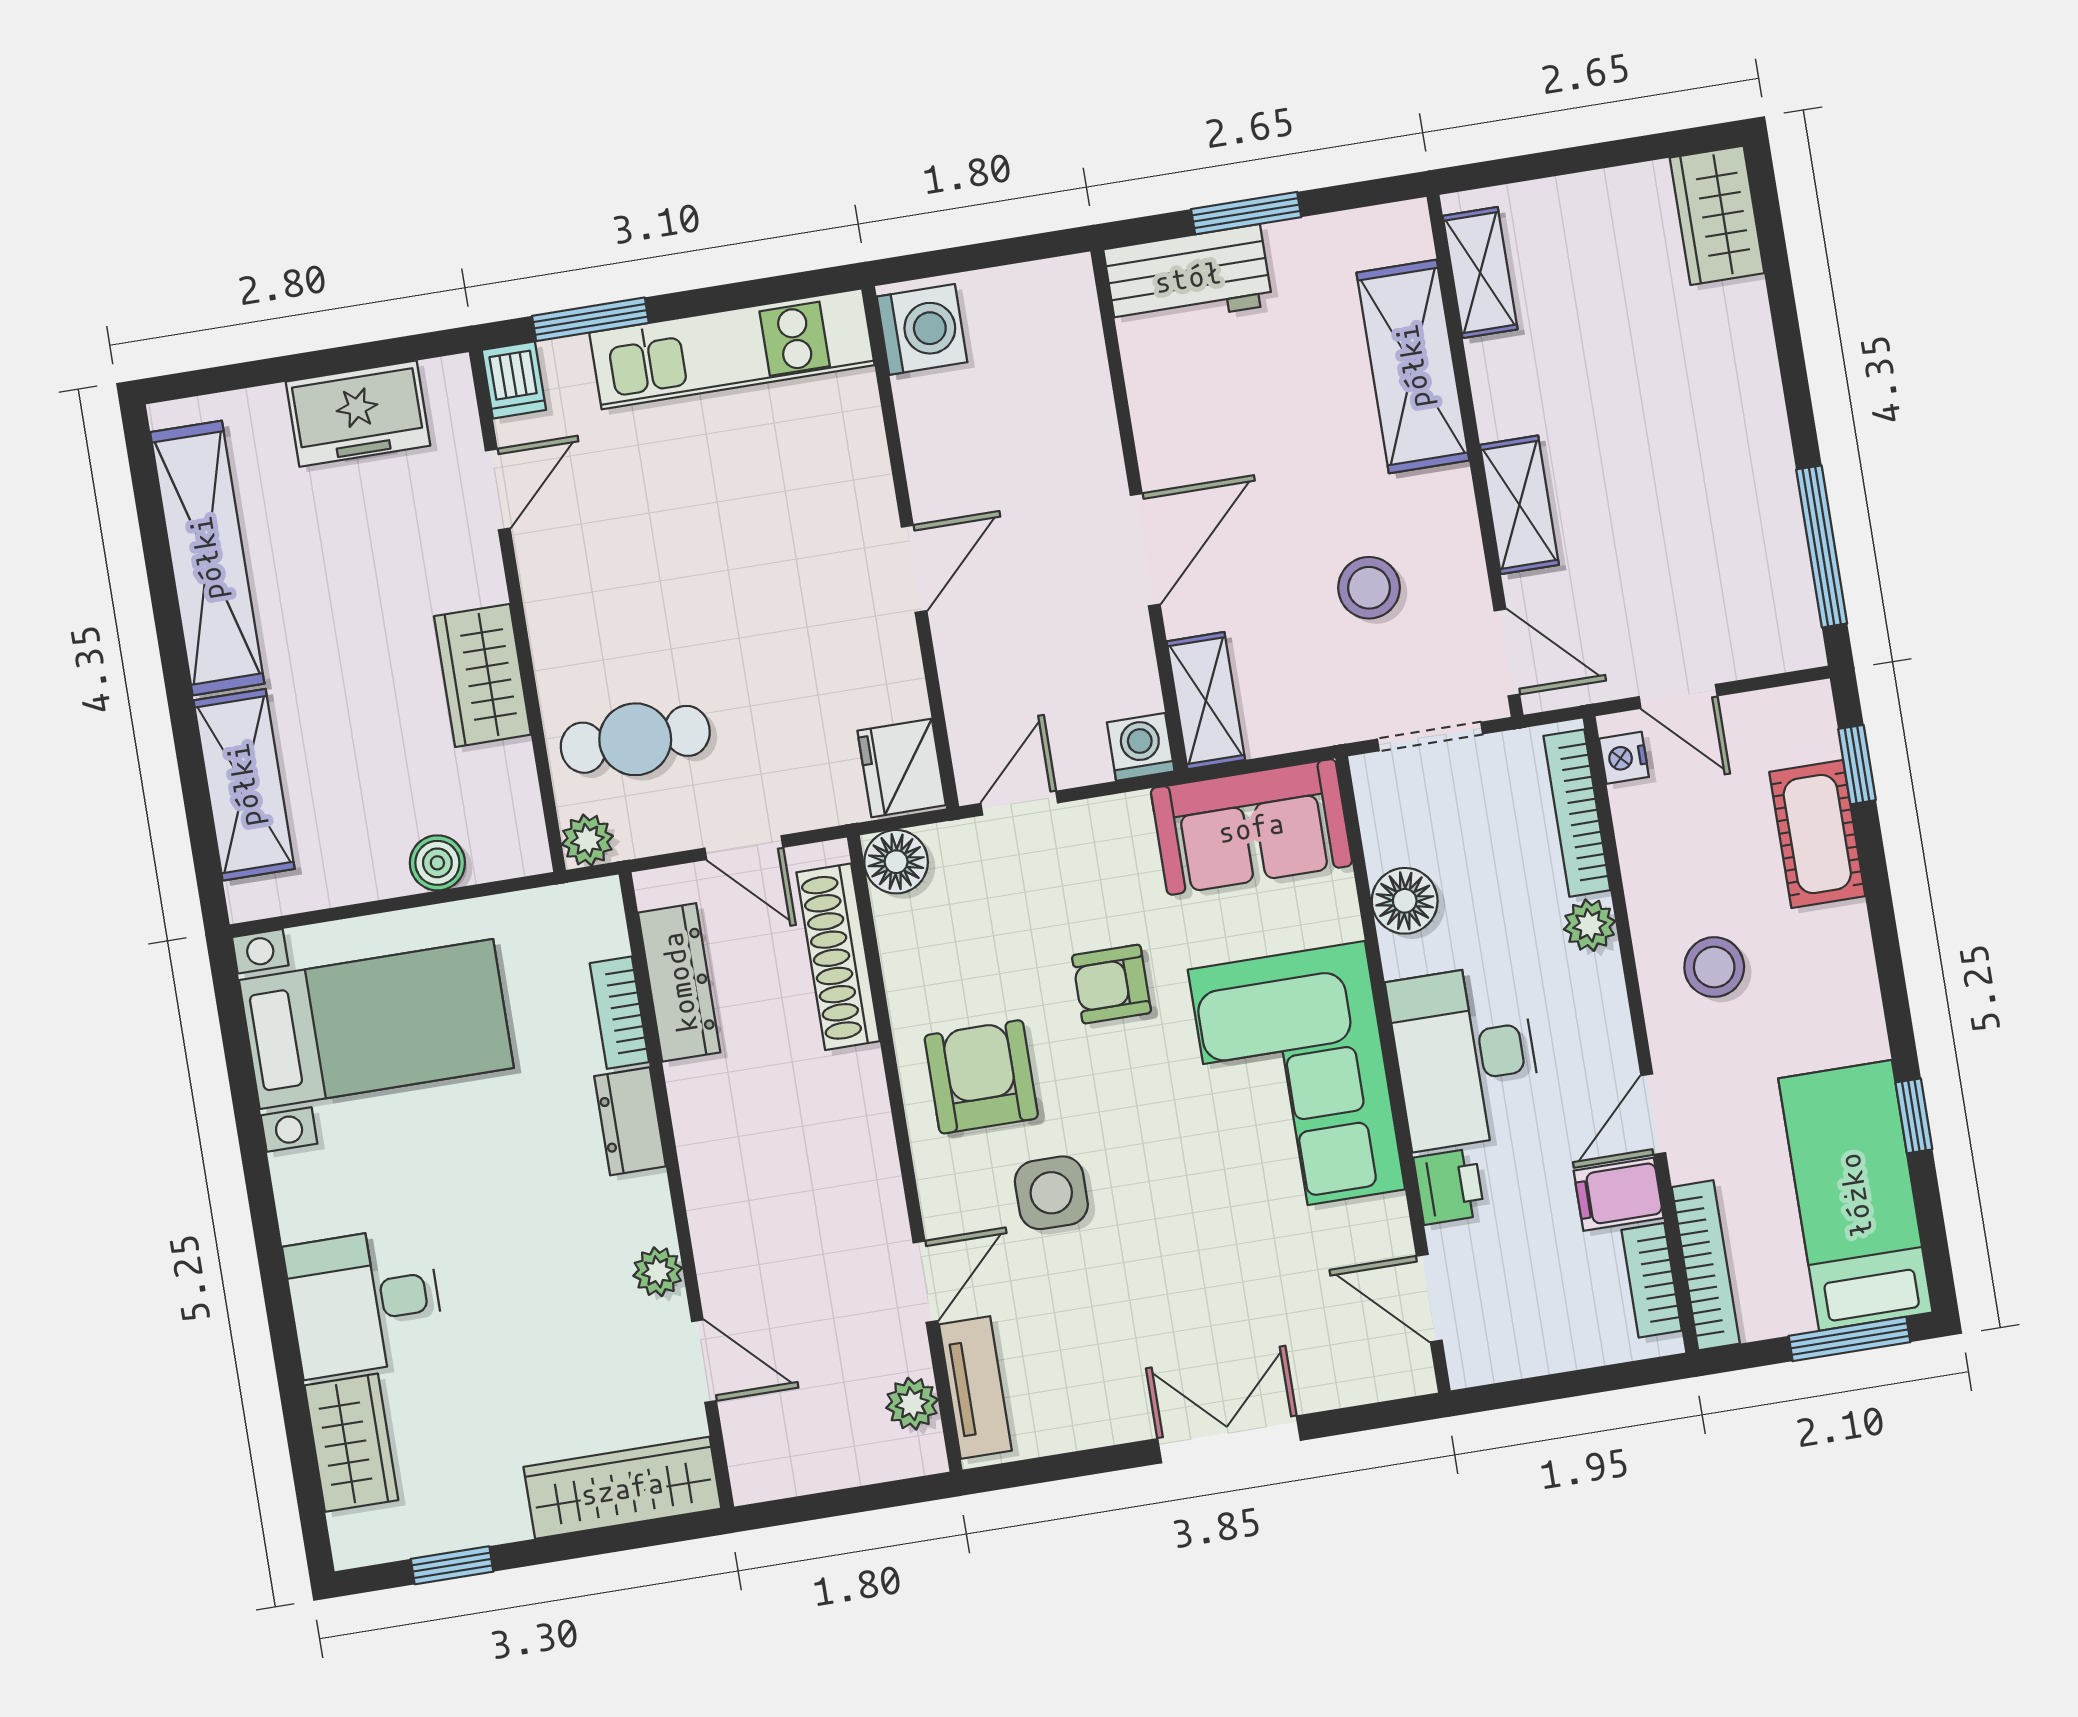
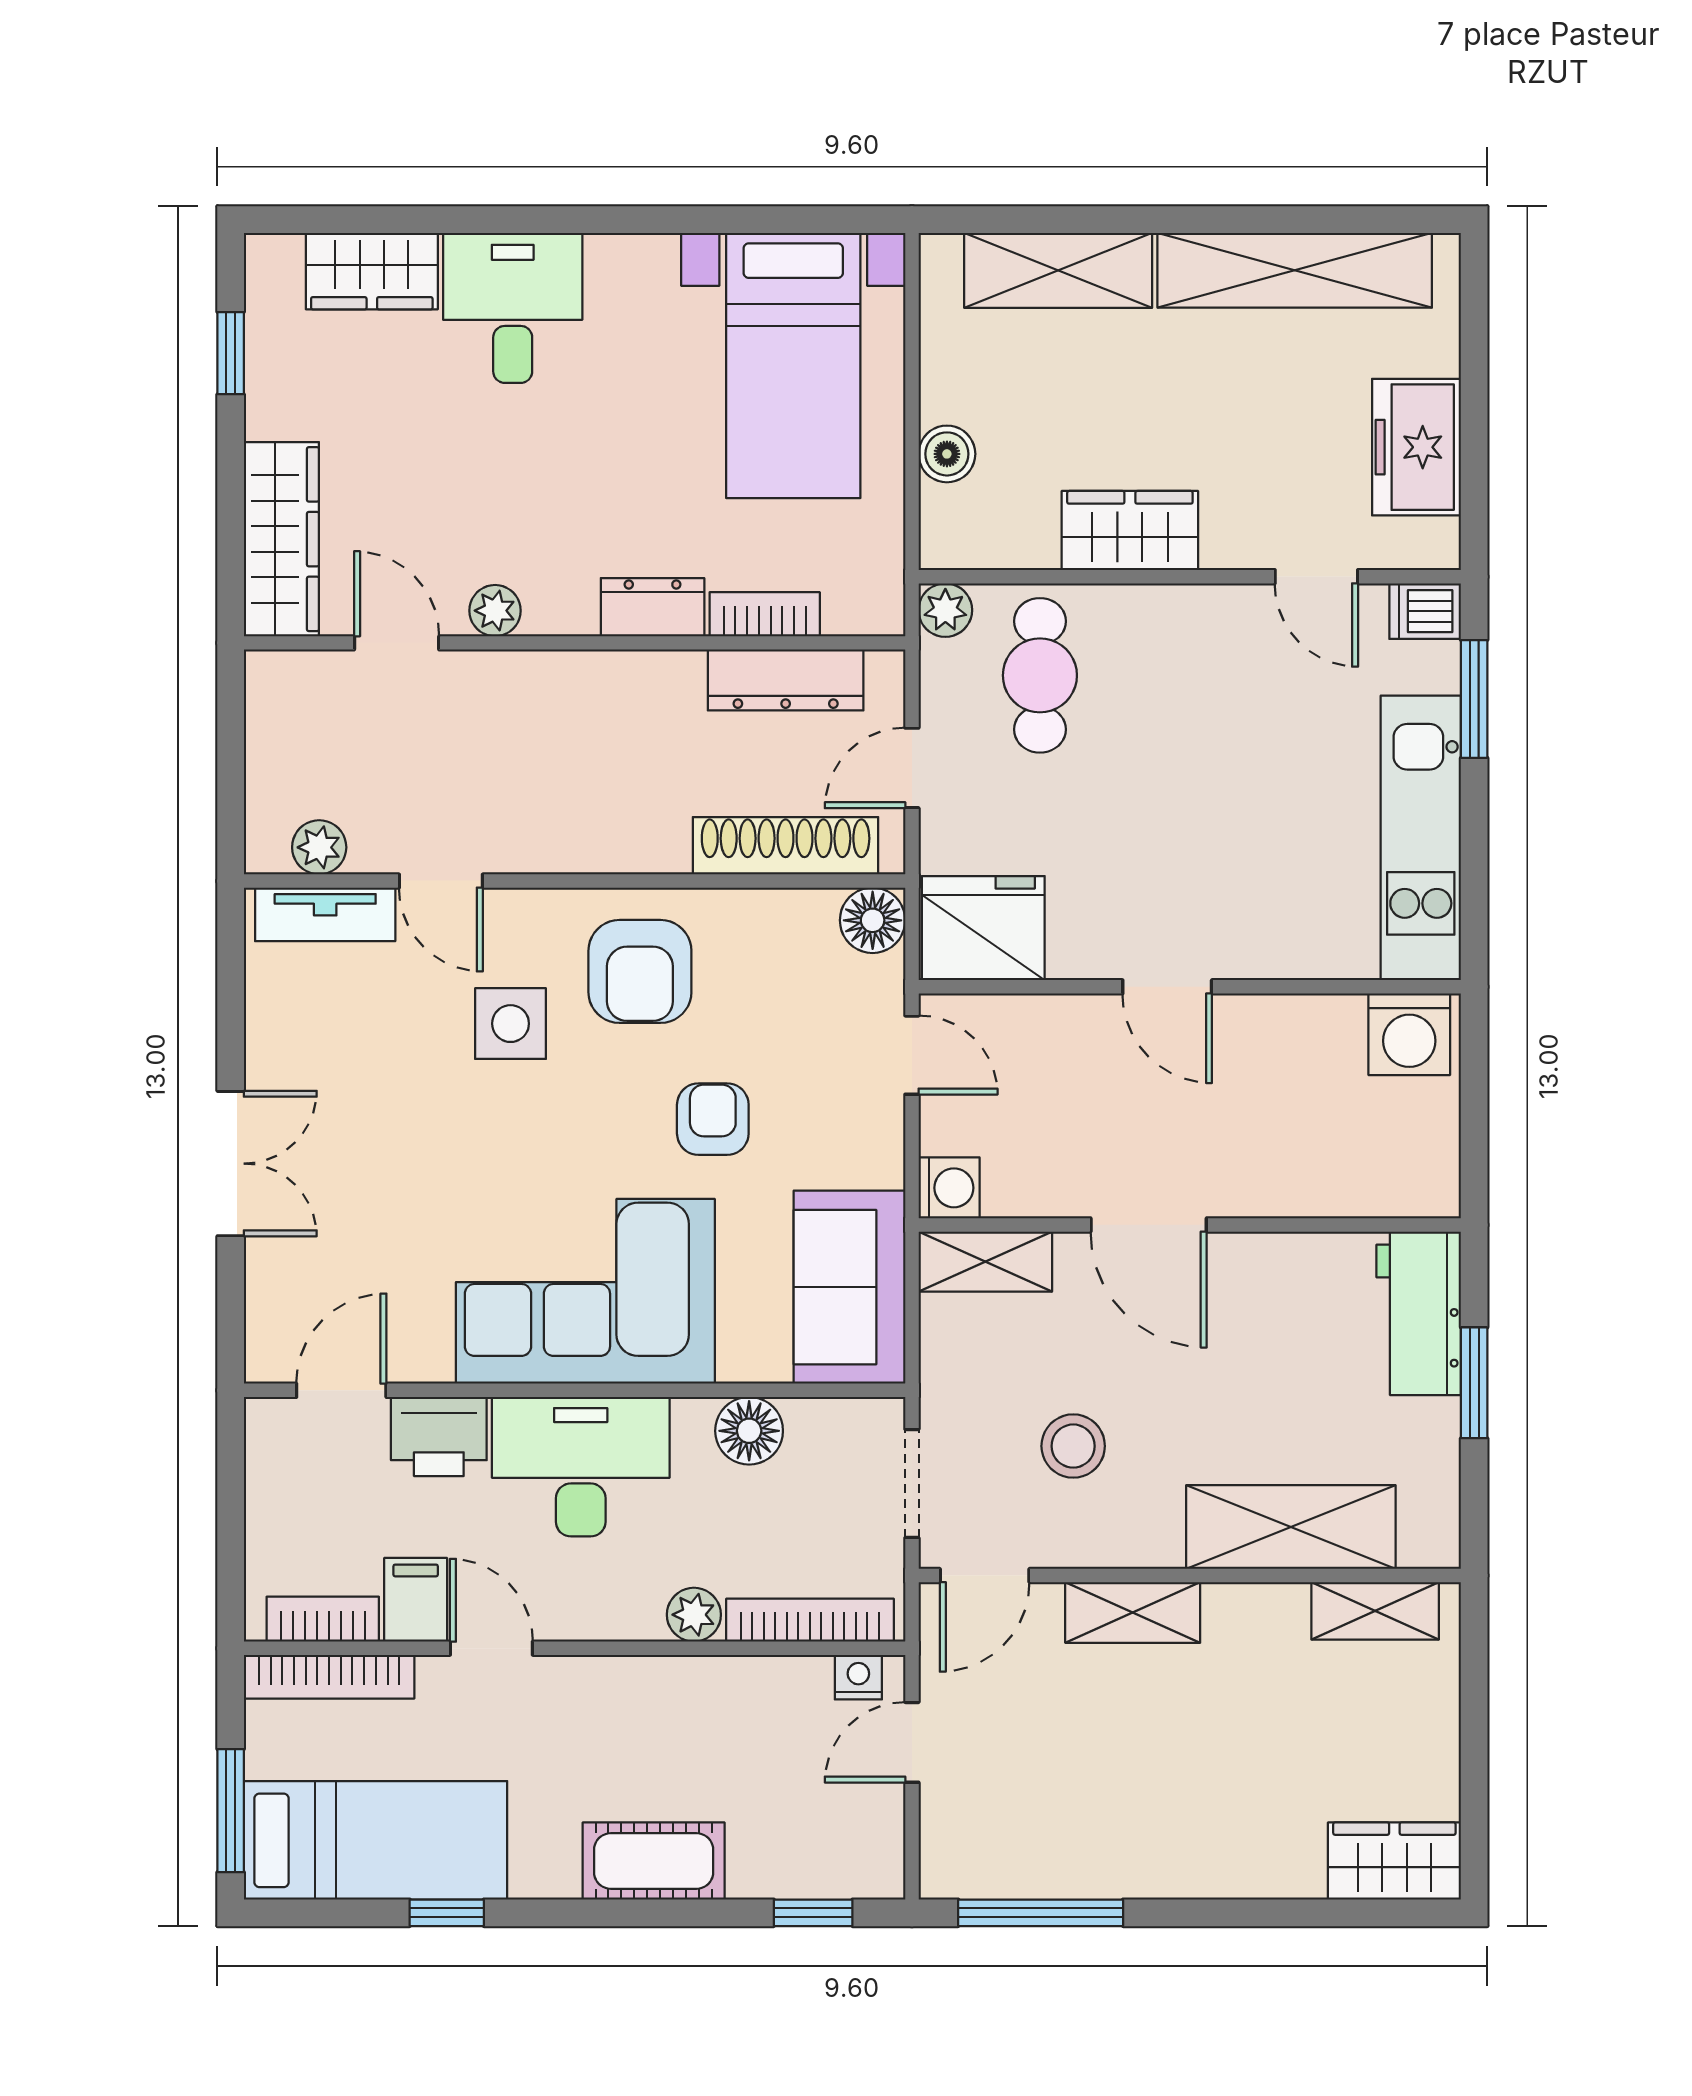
fridge: (902, 768) -> (983, 928), width x1.36, depth x1.34
cot: (1817, 834) -> (654, 1861), moved
stool: (1714, 967) -> (631, 1734), removed
armchair: (981, 1077) -> (640, 971), turned 90
printer: (1449, 1186) -> (439, 1436), width x1.36, depth x1.24
door: (704, 1361) -> (397, 643), swing flipped

